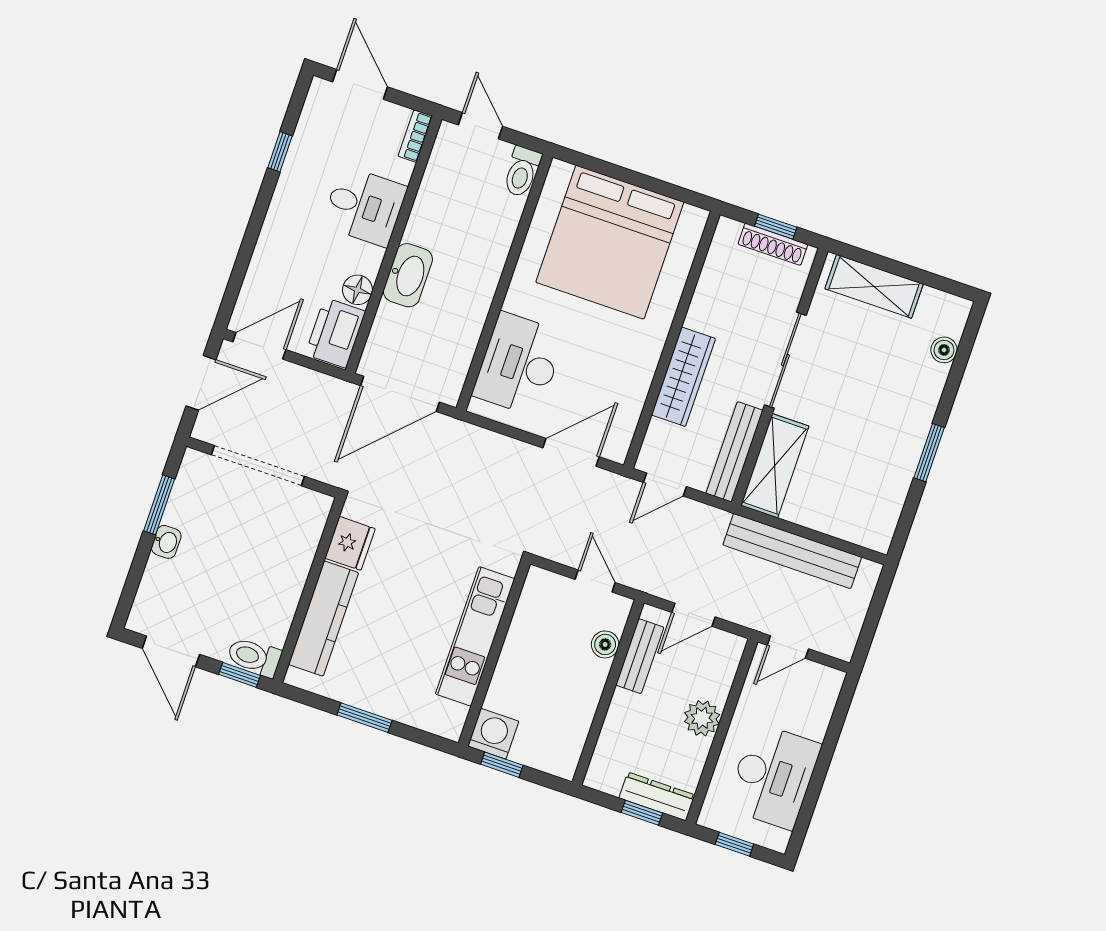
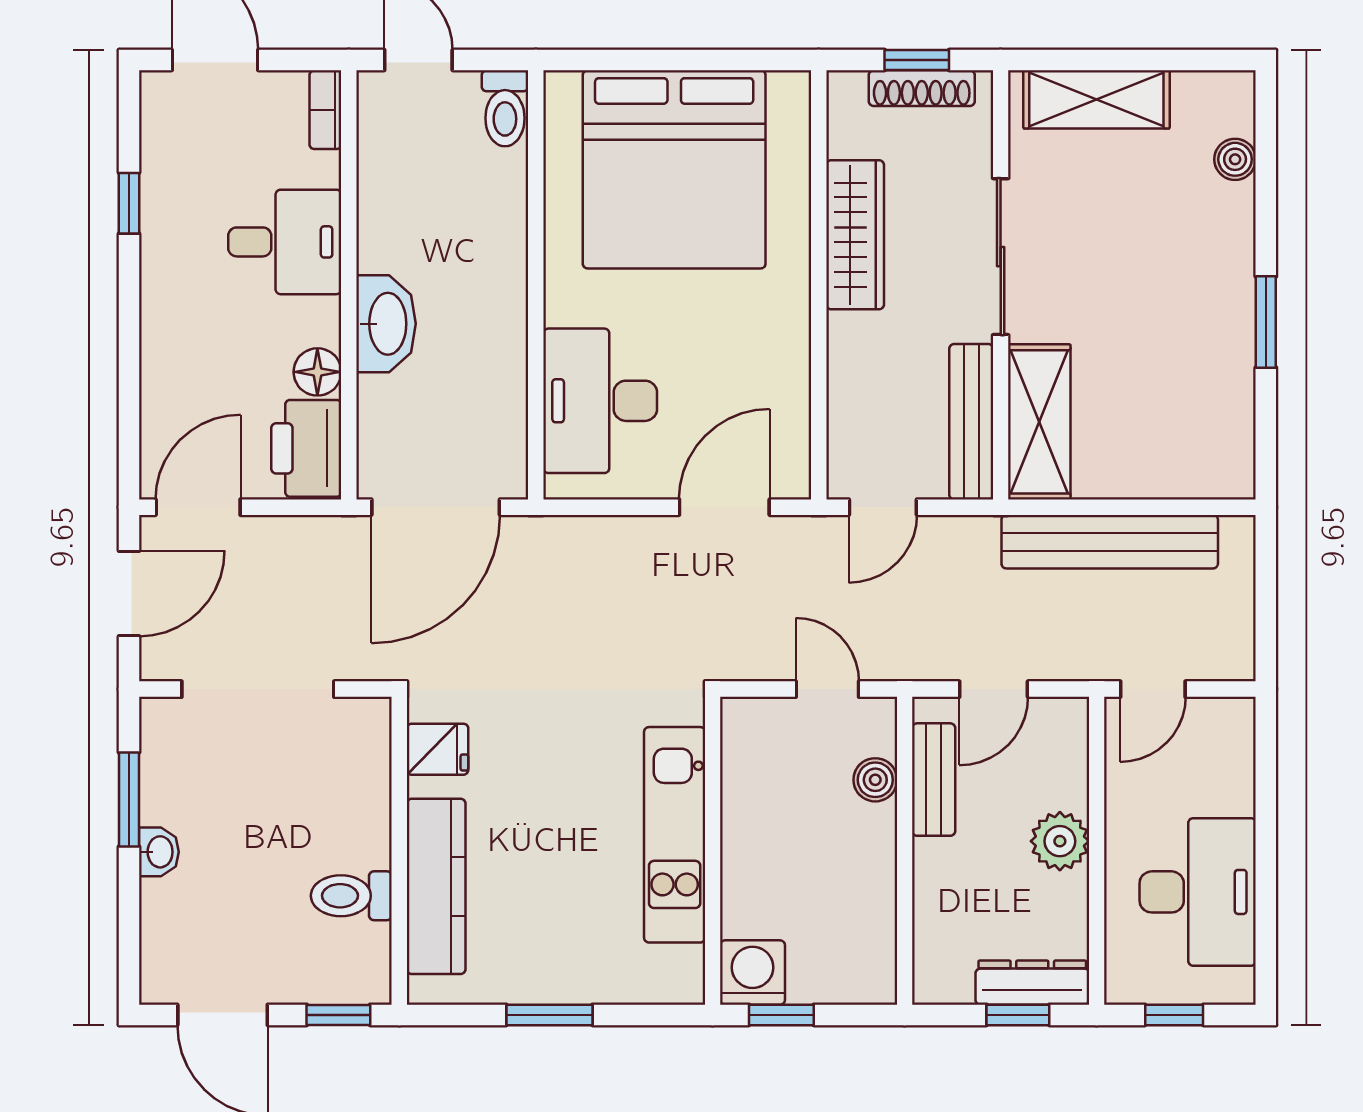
wardrobe: (683, 377) -> (855, 235), moved
fridge: (350, 543) -> (437, 749), width x0.72
toilet: (254, 657) -> (351, 896), moved

